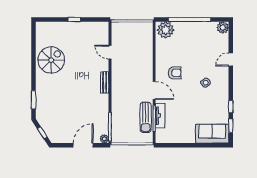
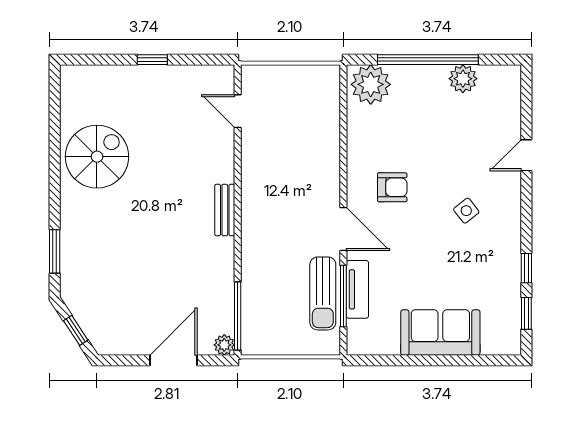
plant: (223, 27) -> (463, 79), moved
door: (110, 52) -> (238, 111), moved
sofa: (212, 134) -> (440, 332), moved

